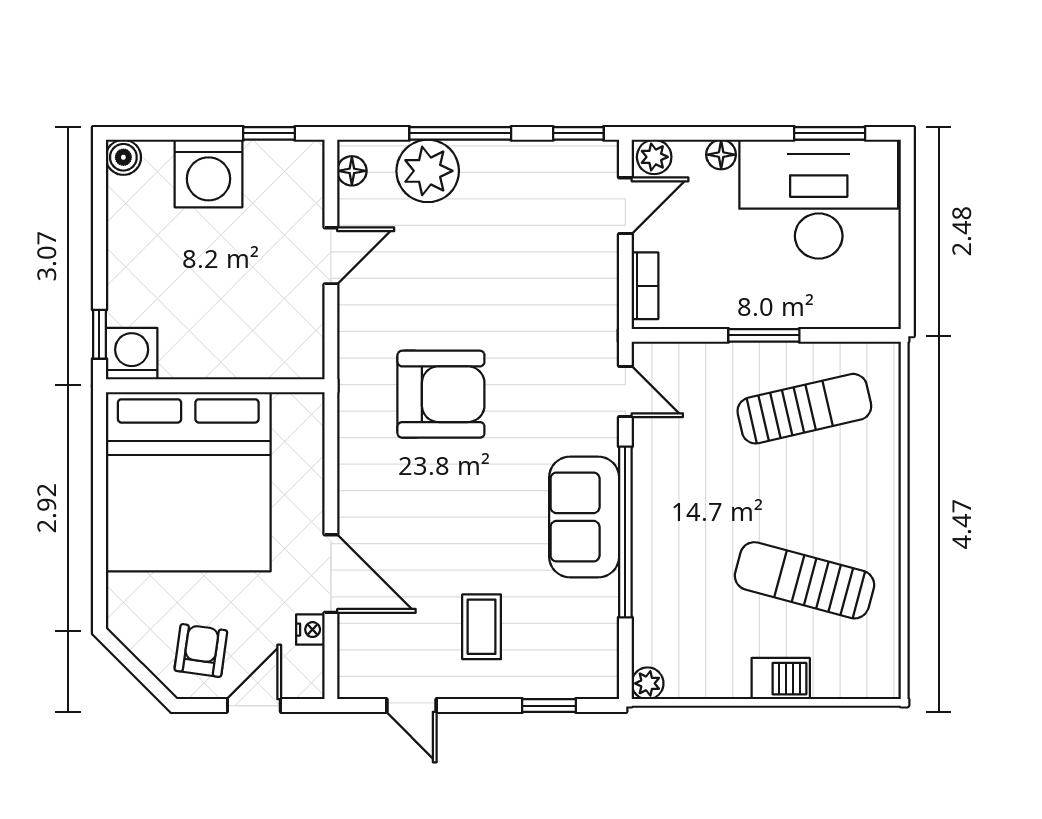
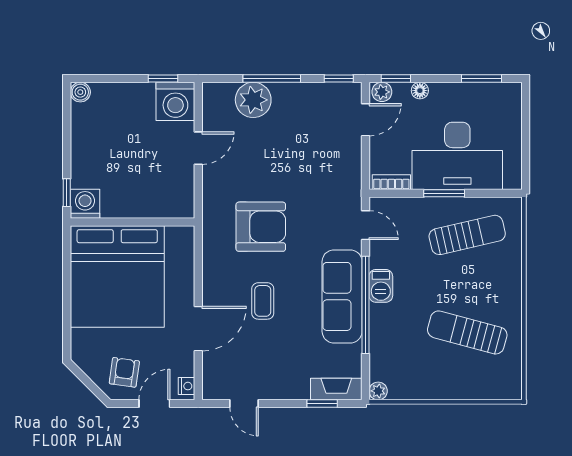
window: (679, 133) -> (396, 79), added
floor lamp: (352, 171) -> (210, 100), removed
washing machine: (208, 173) -> (175, 101), moved
desk: (819, 199) -> (457, 156), moved, turned 180
bookcase: (645, 286) -> (391, 182), moved, turned -90
sofa: (584, 517) -> (342, 296), width x1.36
door: (331, 574) -> (198, 329), hinge flipped
coffee table: (482, 627) -> (263, 301), moved
nightstand: (310, 630) -> (187, 386), moved
barbecue: (781, 679) -> (381, 286), moved, turned 90
fireplace: (574, 680) -> (336, 389), added

